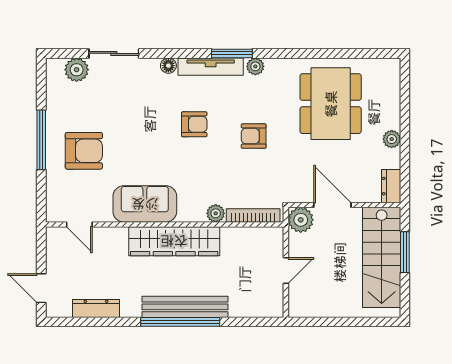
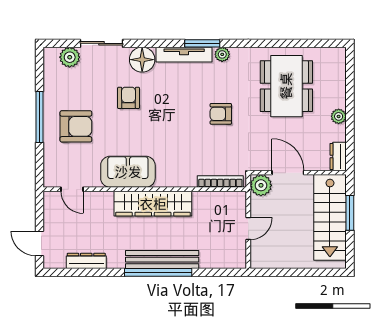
floor lamp: (168, 66) -> (142, 60), width x1.89, depth x1.89
armchair: (194, 124) -> (129, 98), moved, turned -90
plant: (216, 213) -> (188, 180), removed

